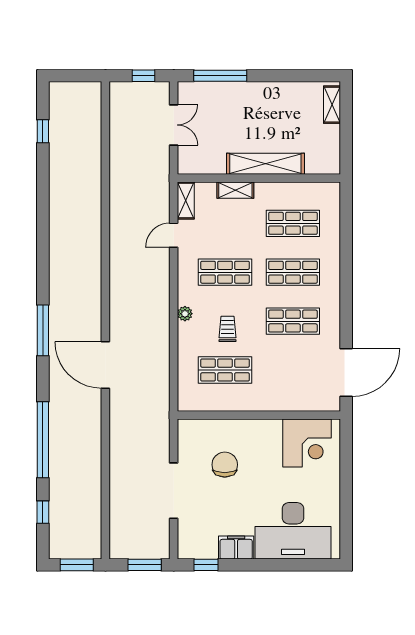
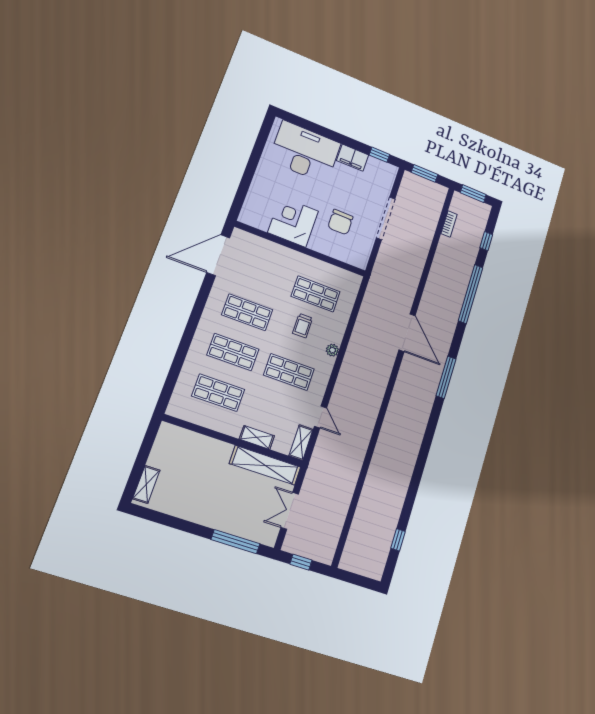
shelving: (265, 164) -> (265, 465), moved
door: (174, 235) -> (320, 417), hinge flipped
corner desk: (307, 443) -> (293, 222), moved
bookcase: (95, 515) -> (449, 224), added

